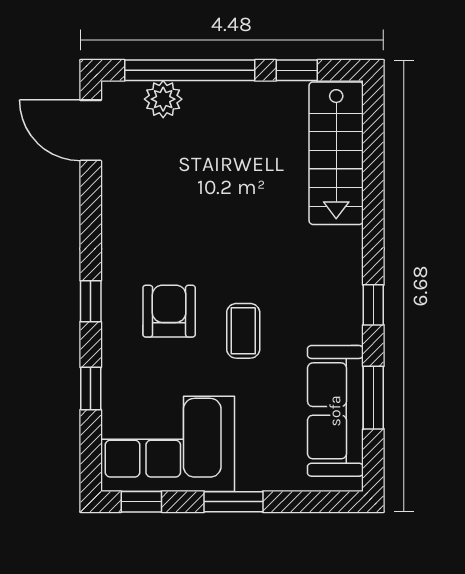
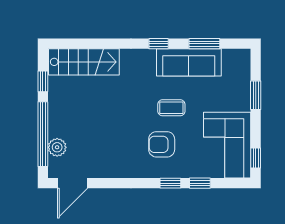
window: (91, 301) -> (170, 183), moved
sofa: (335, 411) -> (189, 62), moved
window: (233, 502) -> (256, 95), moved

